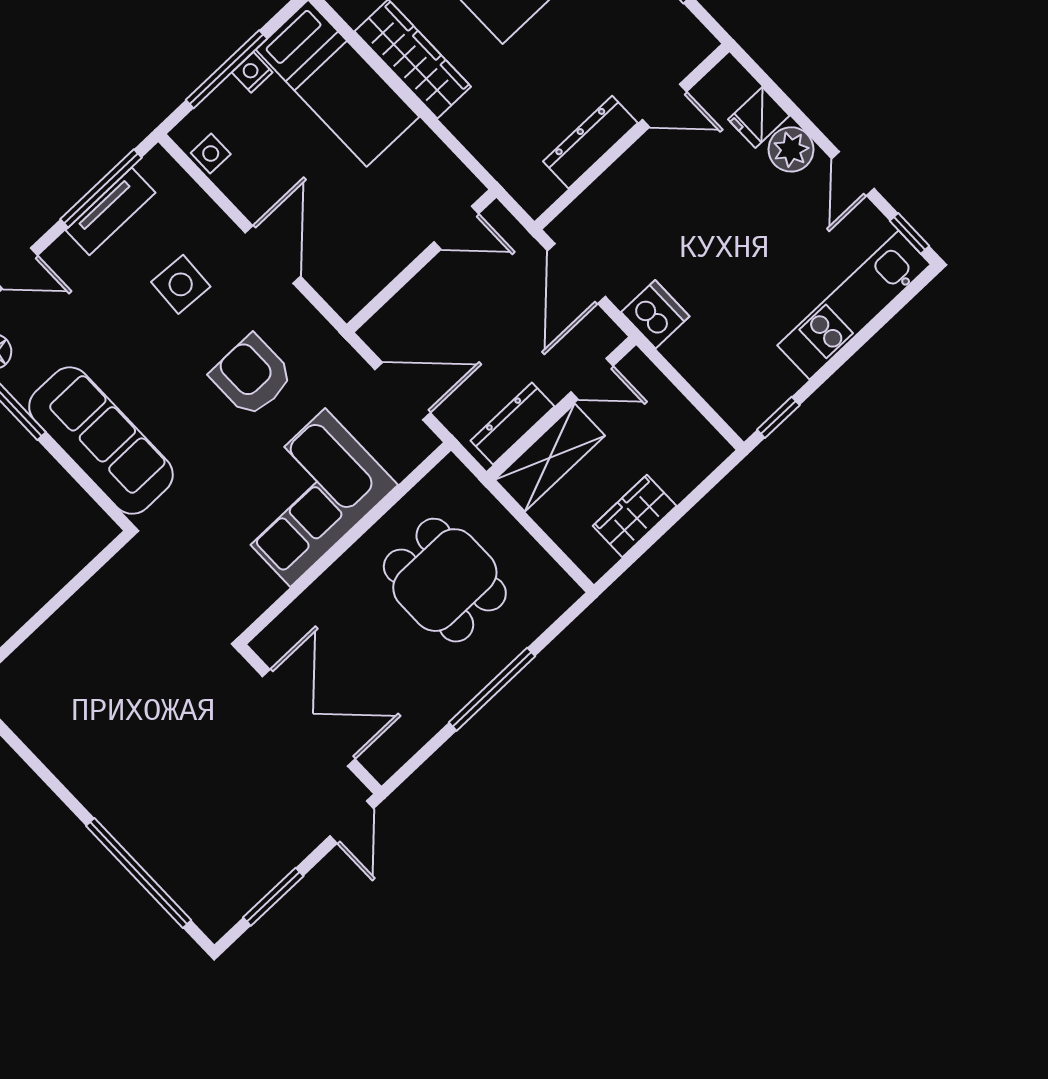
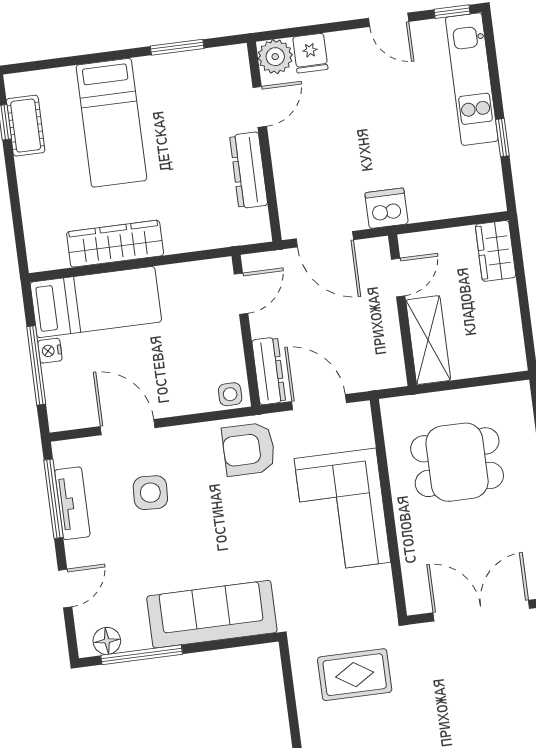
plant: (791, 149) -> (275, 57), moved
side table: (211, 153) -> (230, 394), moved
door: (273, 255) -> (128, 427), moved
armchair: (252, 376) -> (249, 449), moved
door: (403, 391) -> (319, 402), hinge flipped
window: (778, 417) -> (502, 138), moved
dresser: (512, 423) -> (269, 371), moved, turned 180
wardrobe: (635, 516) -> (496, 251), moved
rug: (146, 635) -> (355, 675), added

